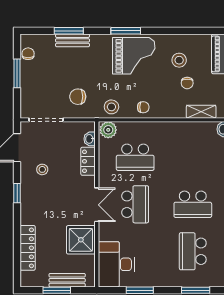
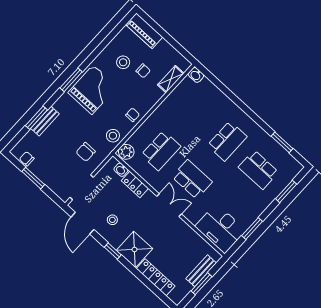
shower: (81, 240) -> (134, 249), moved

